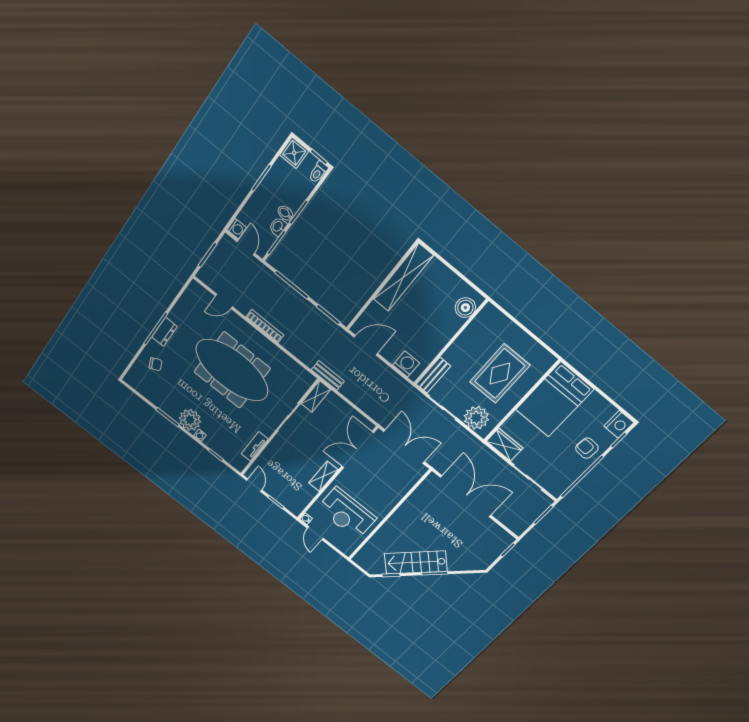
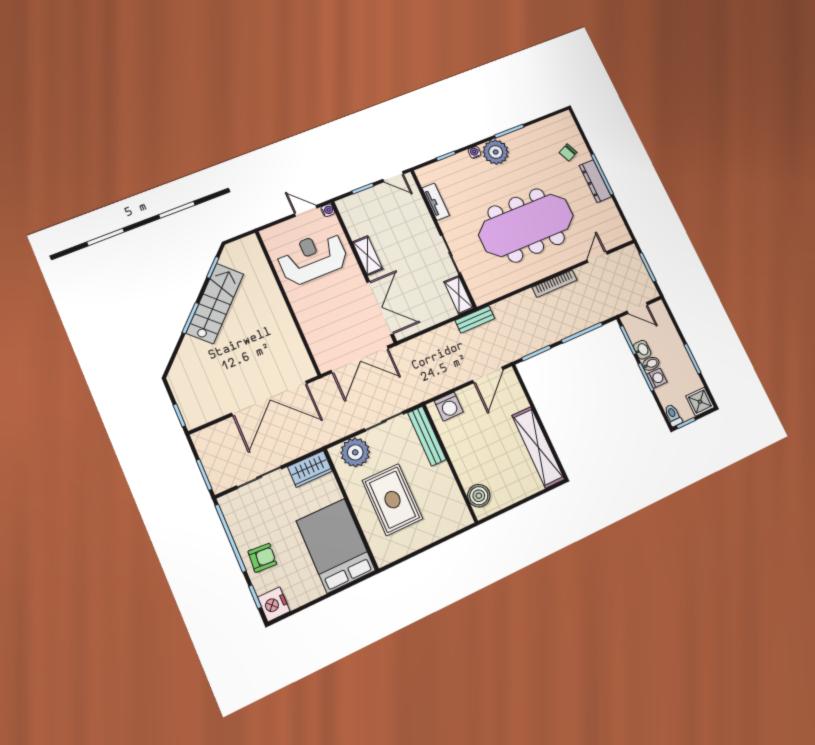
washing machine: (237, 229) -> (657, 378), moved, turned 180
dresser: (164, 332) -> (595, 181), width x1.44
bench: (433, 375) -> (427, 436), width x1.36

